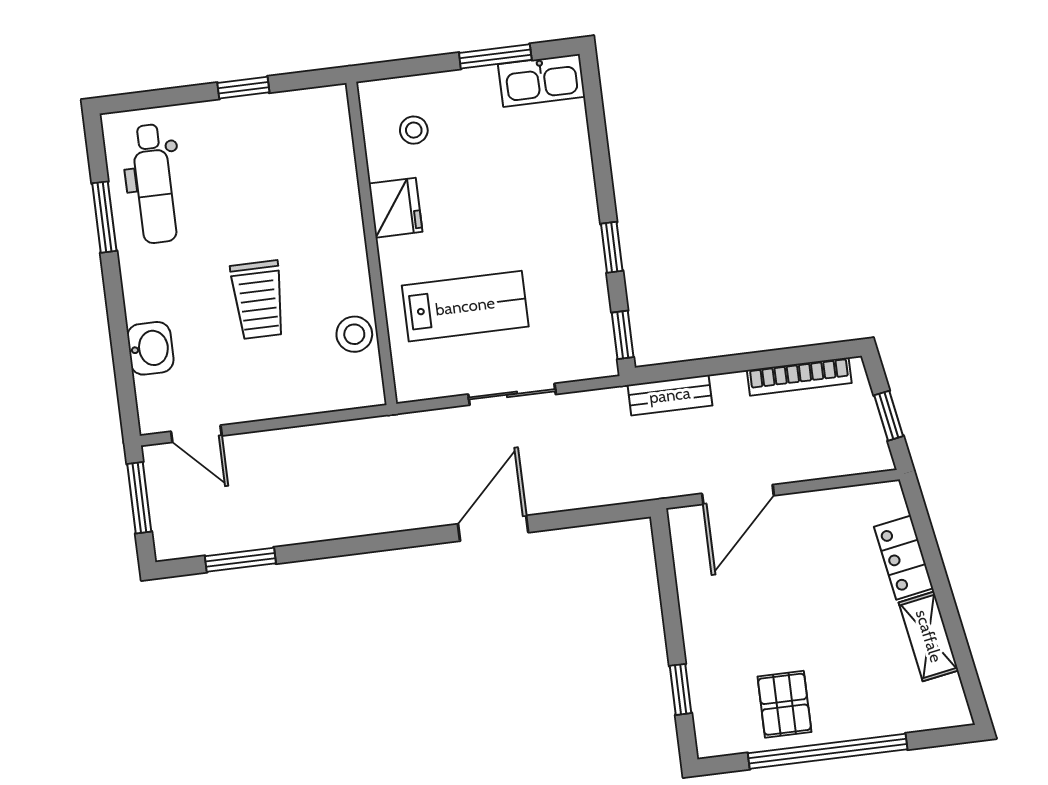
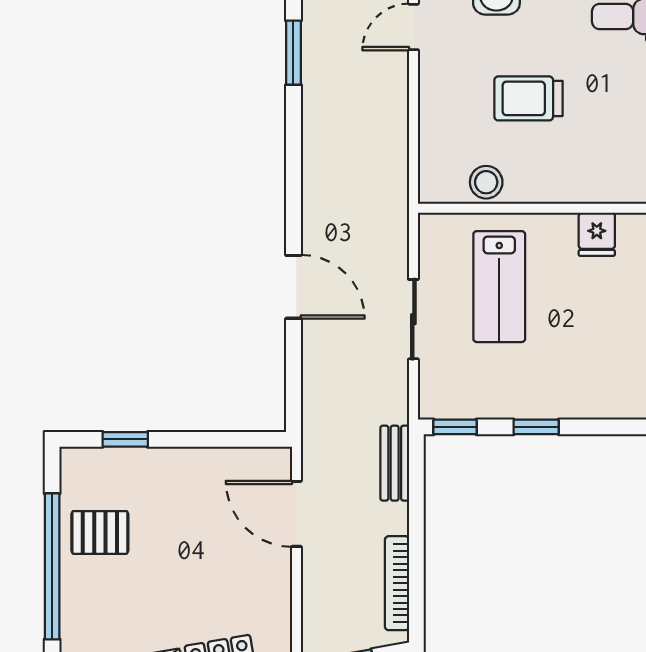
fridge: (396, 208) -> (597, 234), width x0.72

